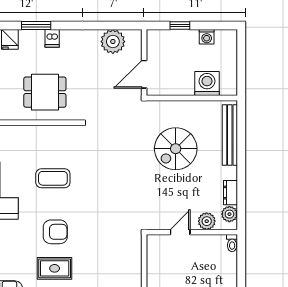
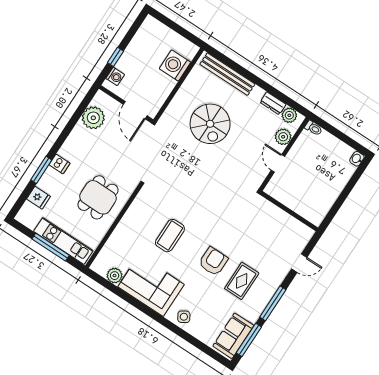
washing machine: (207, 37) -> (115, 76), moved

